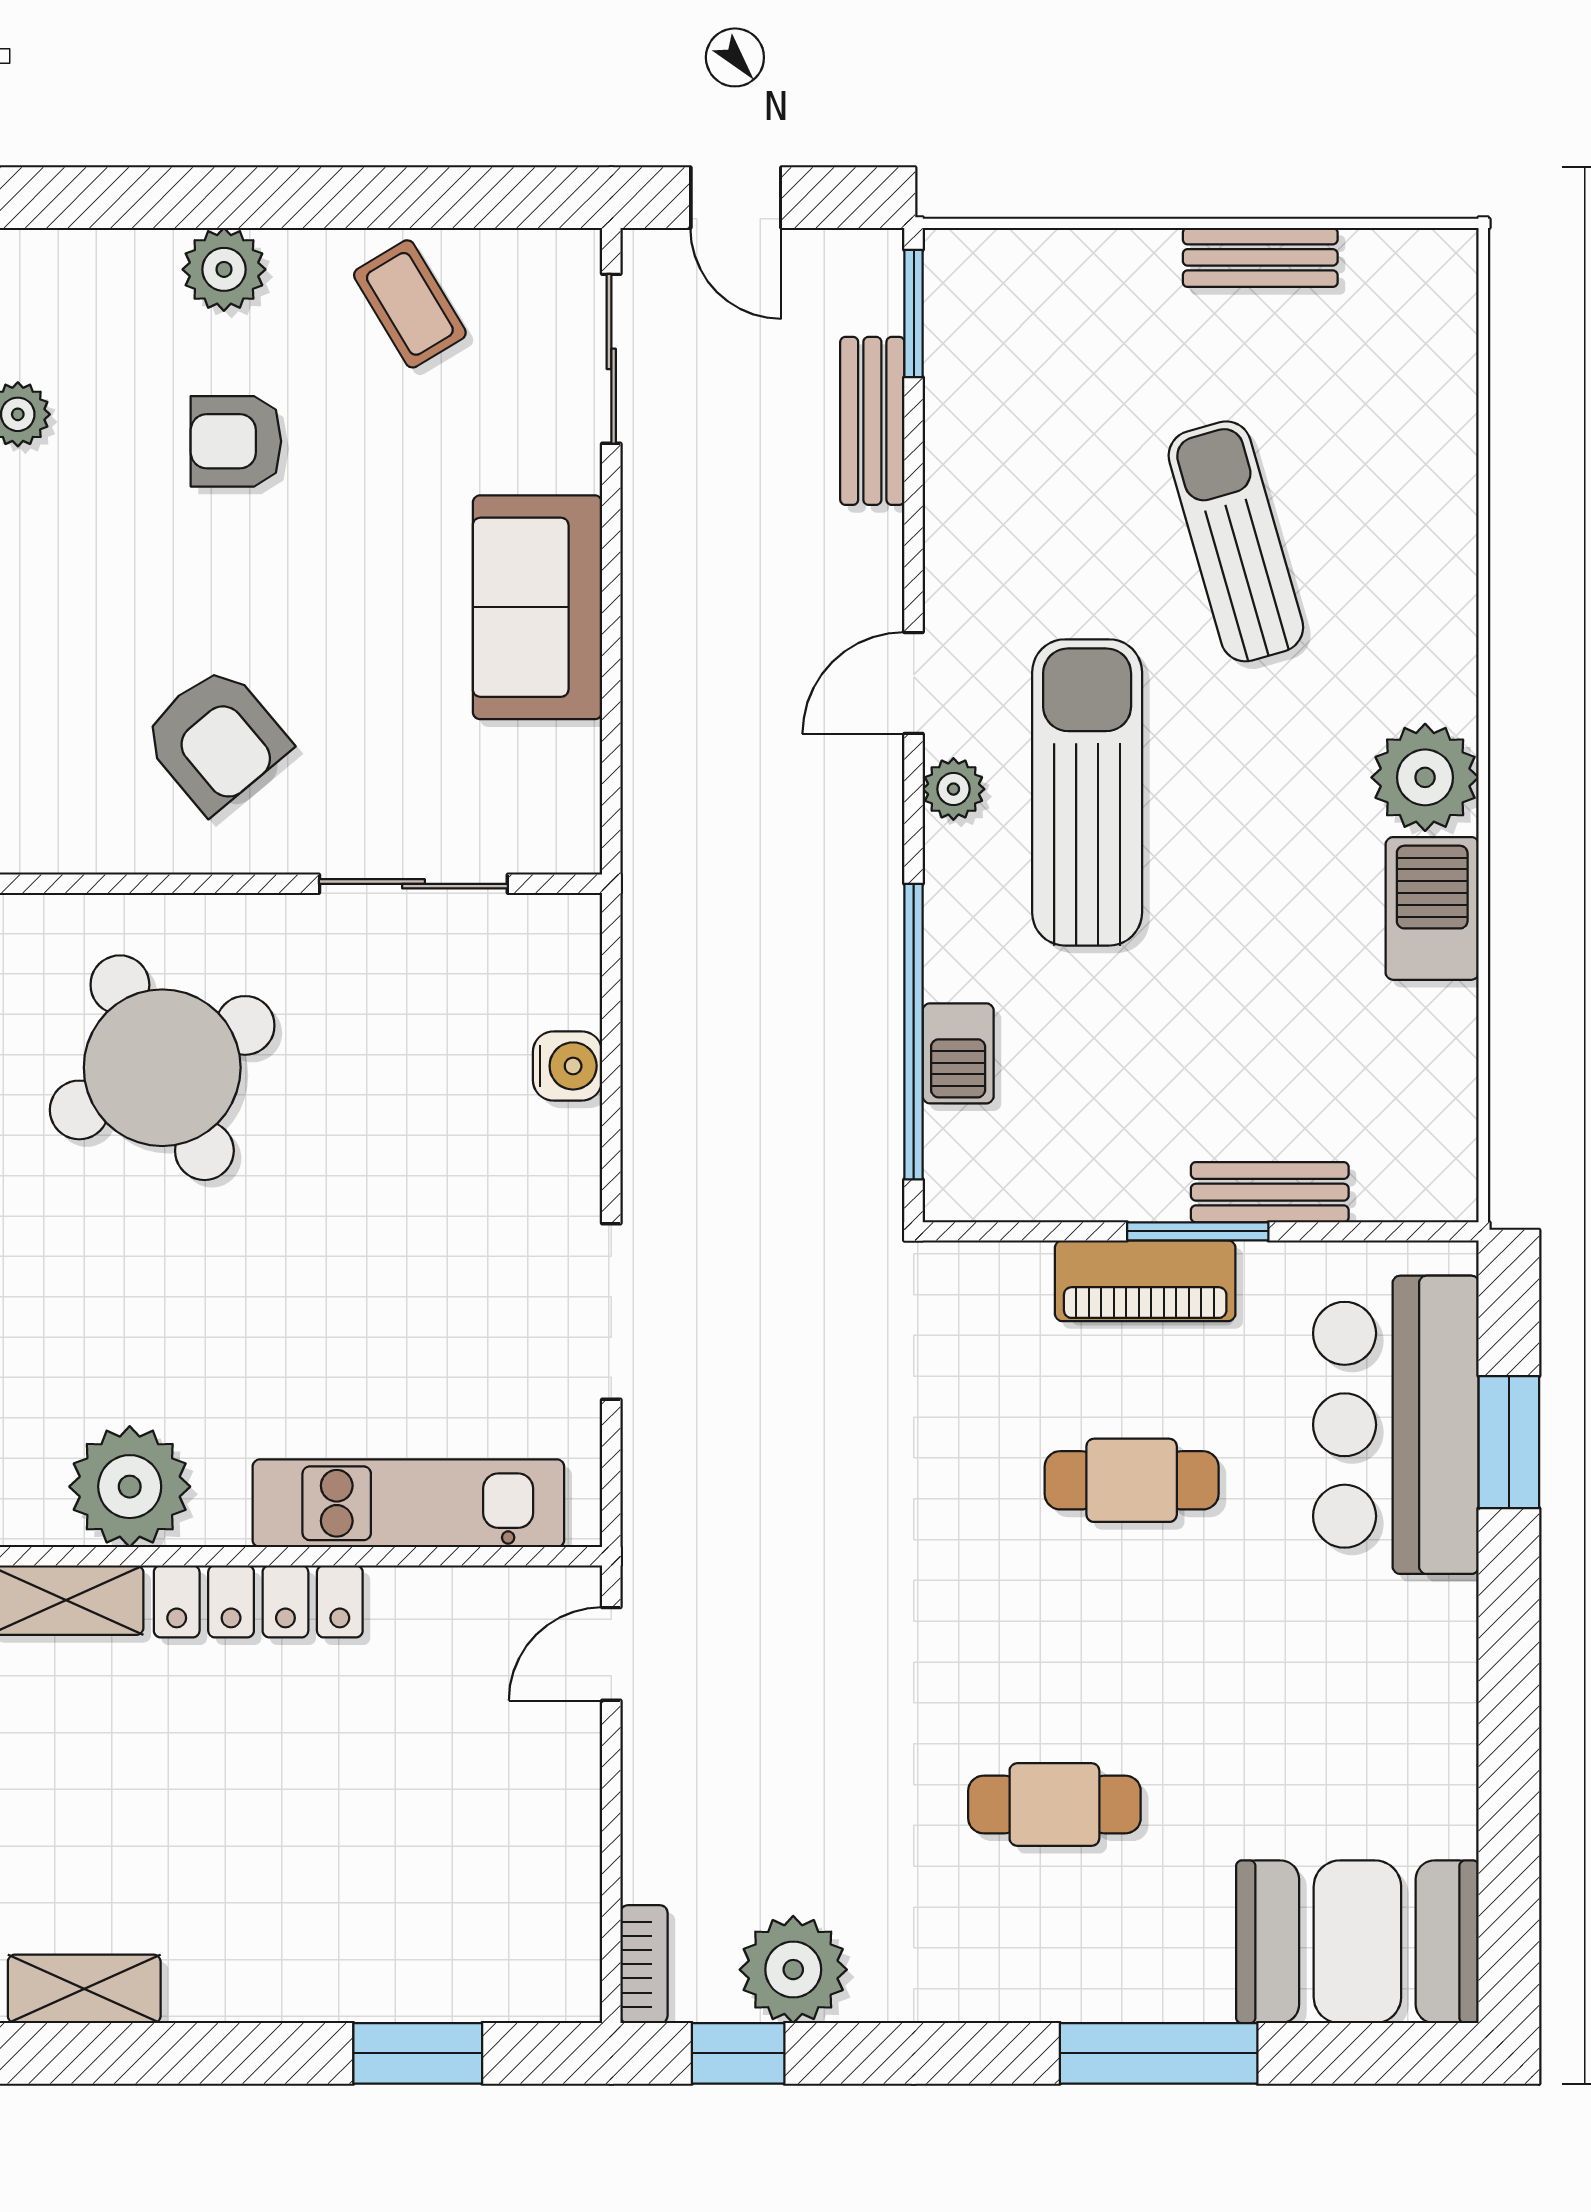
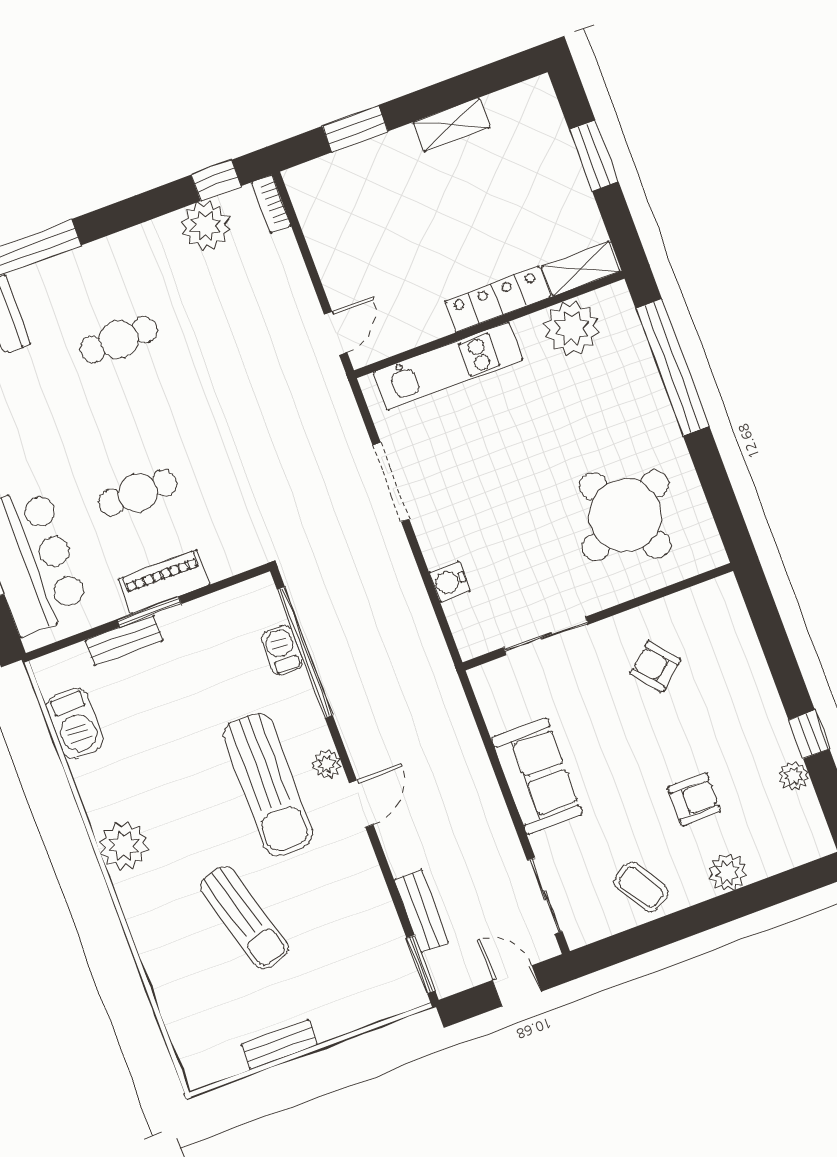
armchair: (215, 739) -> (655, 667), width x0.72, depth x0.72
barbecue: (1432, 908) -> (75, 723), moved
shelving: (84, 1989) -> (451, 125), moved

